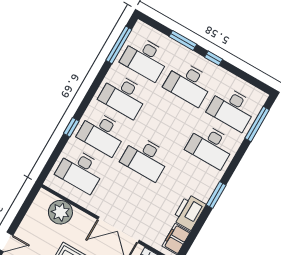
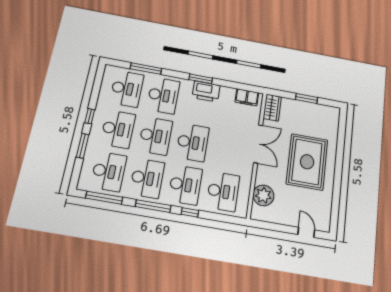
window: (92, 92) -> (153, 206), added
desk: (167, 121) -> (155, 136), added
window: (257, 124) -> (146, 69), moved
printer: (189, 212) -> (206, 91), moved

